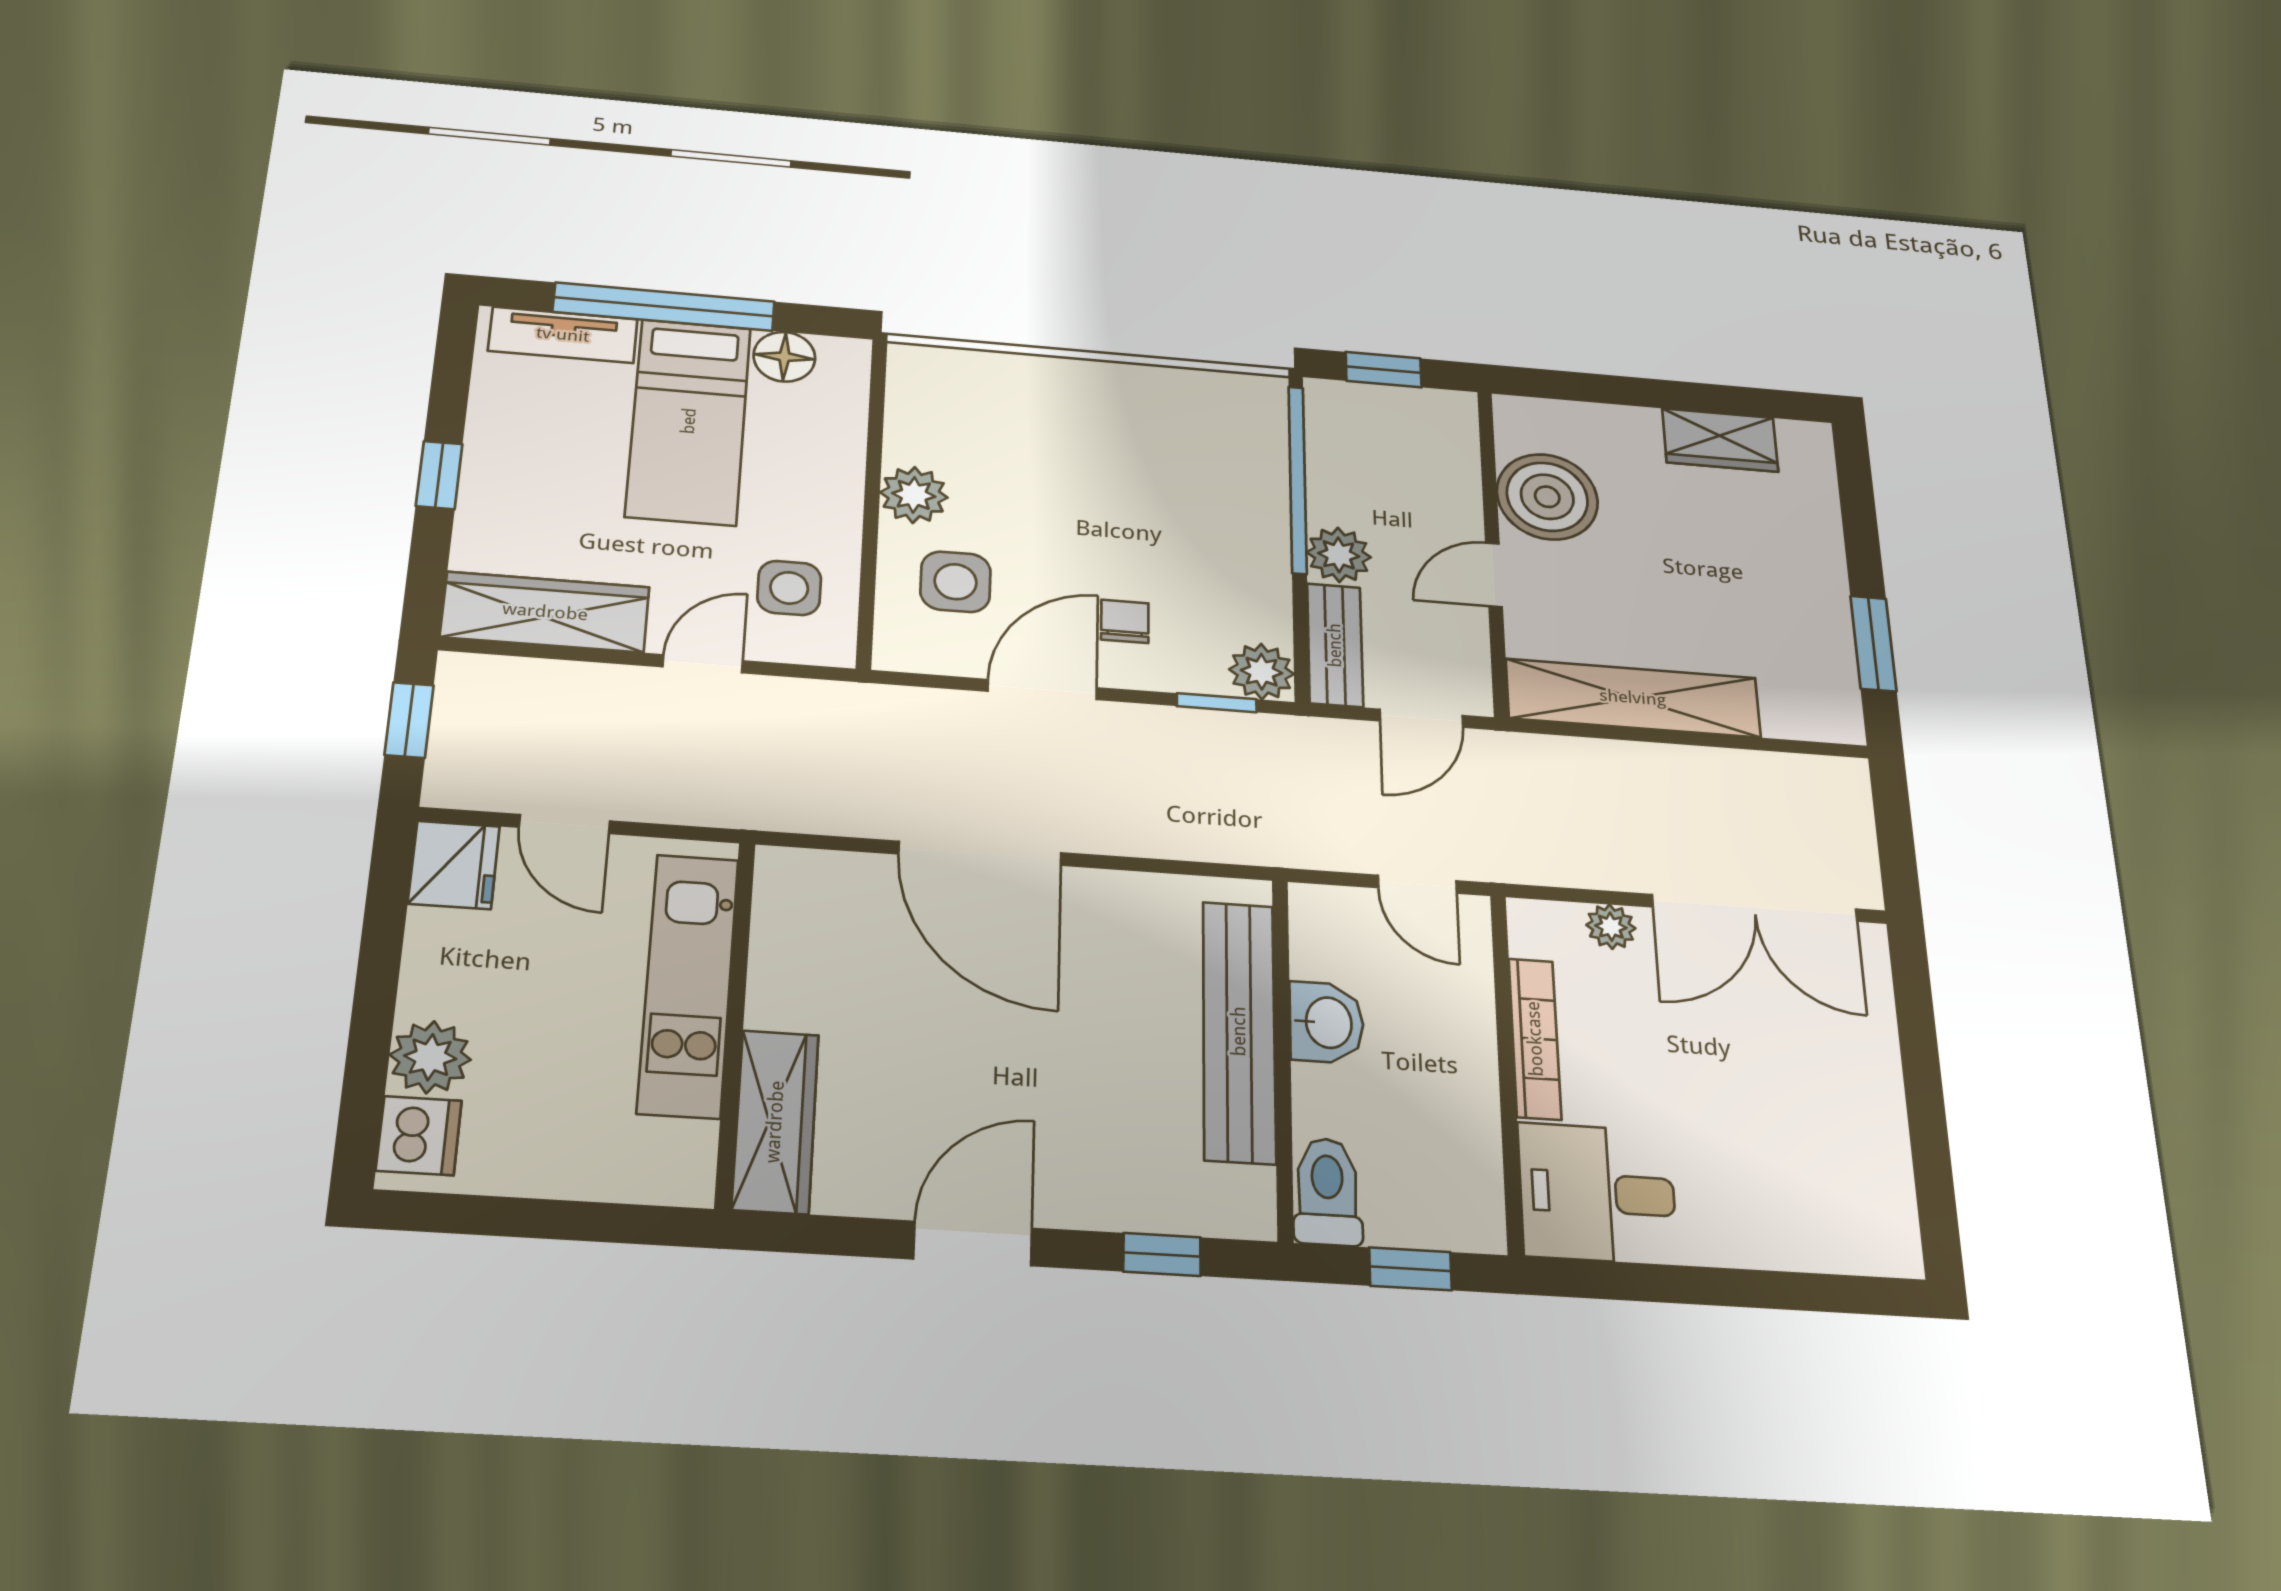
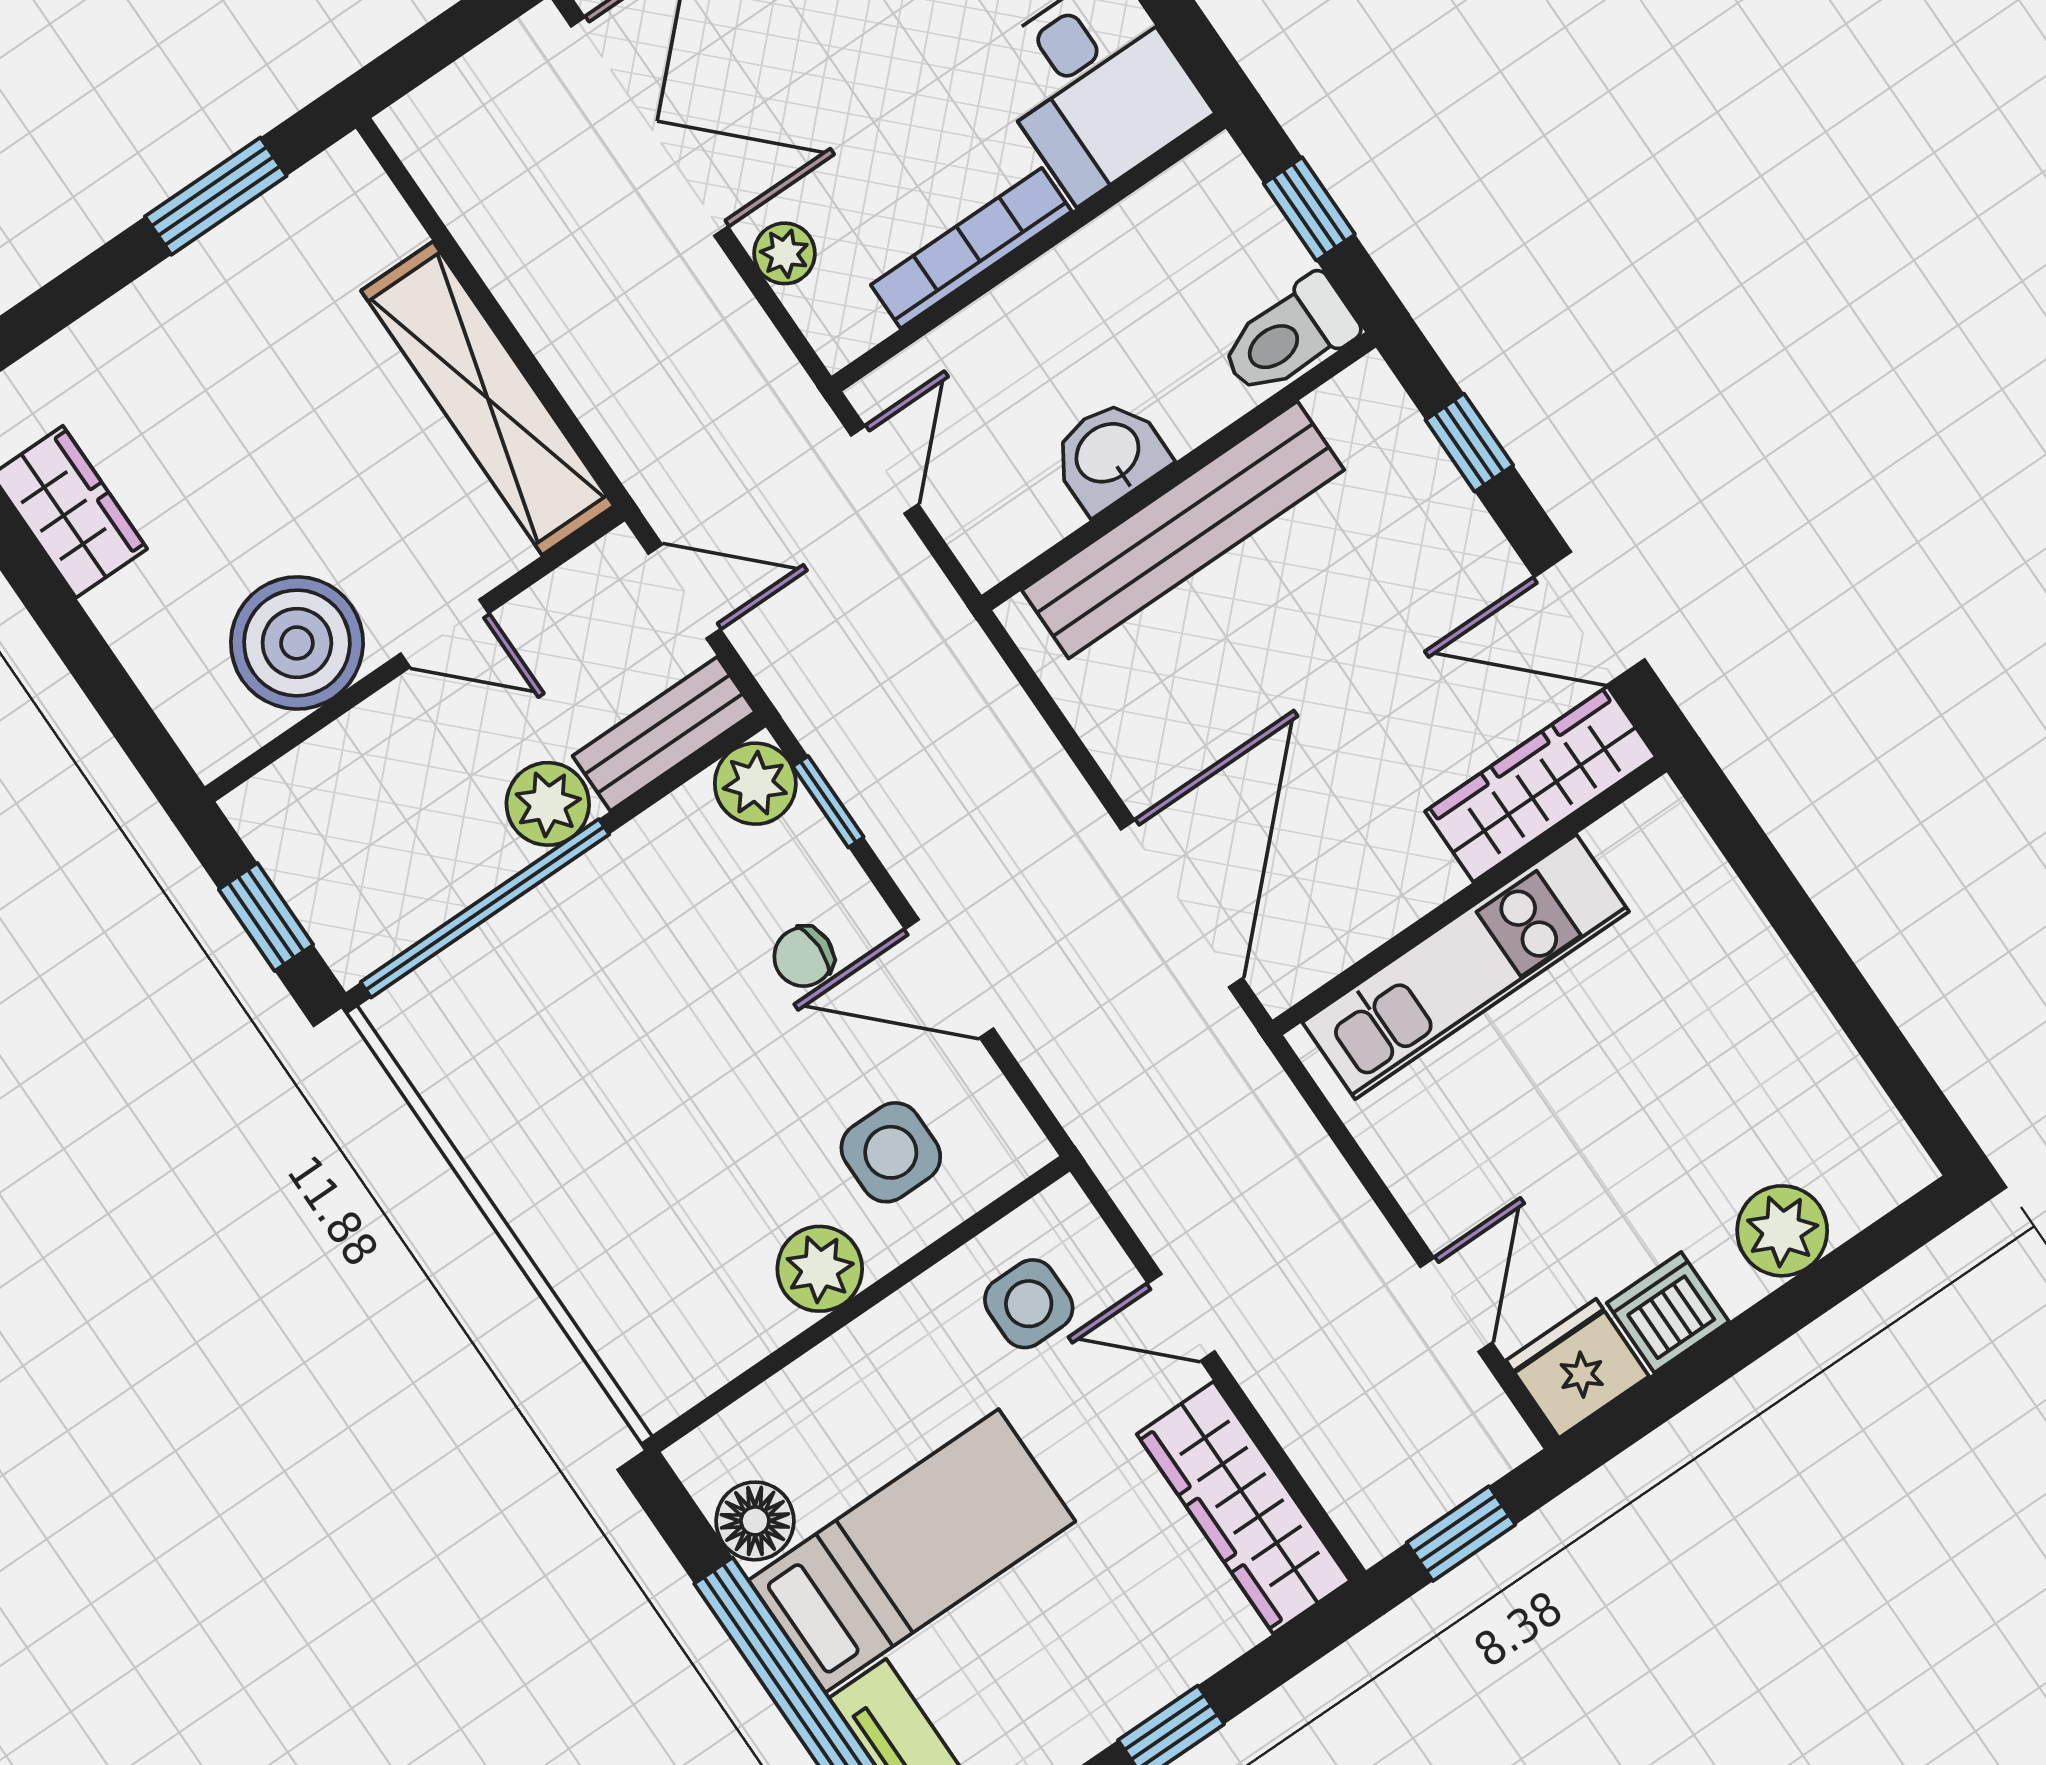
kitchen unit: (688, 985) -> (1466, 967), moved
wall: (735, 1022) -> (1470, 896), moved
wardrobe: (775, 1122) -> (1540, 784), moved
dishwasher: (419, 1136) -> (1668, 1312), moved

